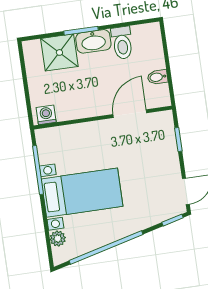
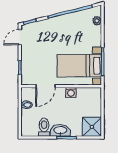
shower: (59, 52) -> (92, 127), moved
washing machine: (46, 115) -> (71, 92), moved
bed with nightstands: (82, 193) -> (79, 66), moved

